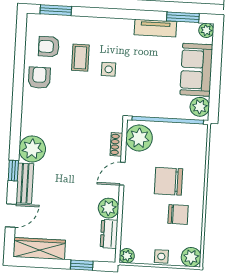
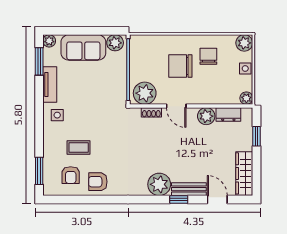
side table: (109, 69) -> (57, 115), moved
chair: (168, 181) -> (180, 66), turned 90

